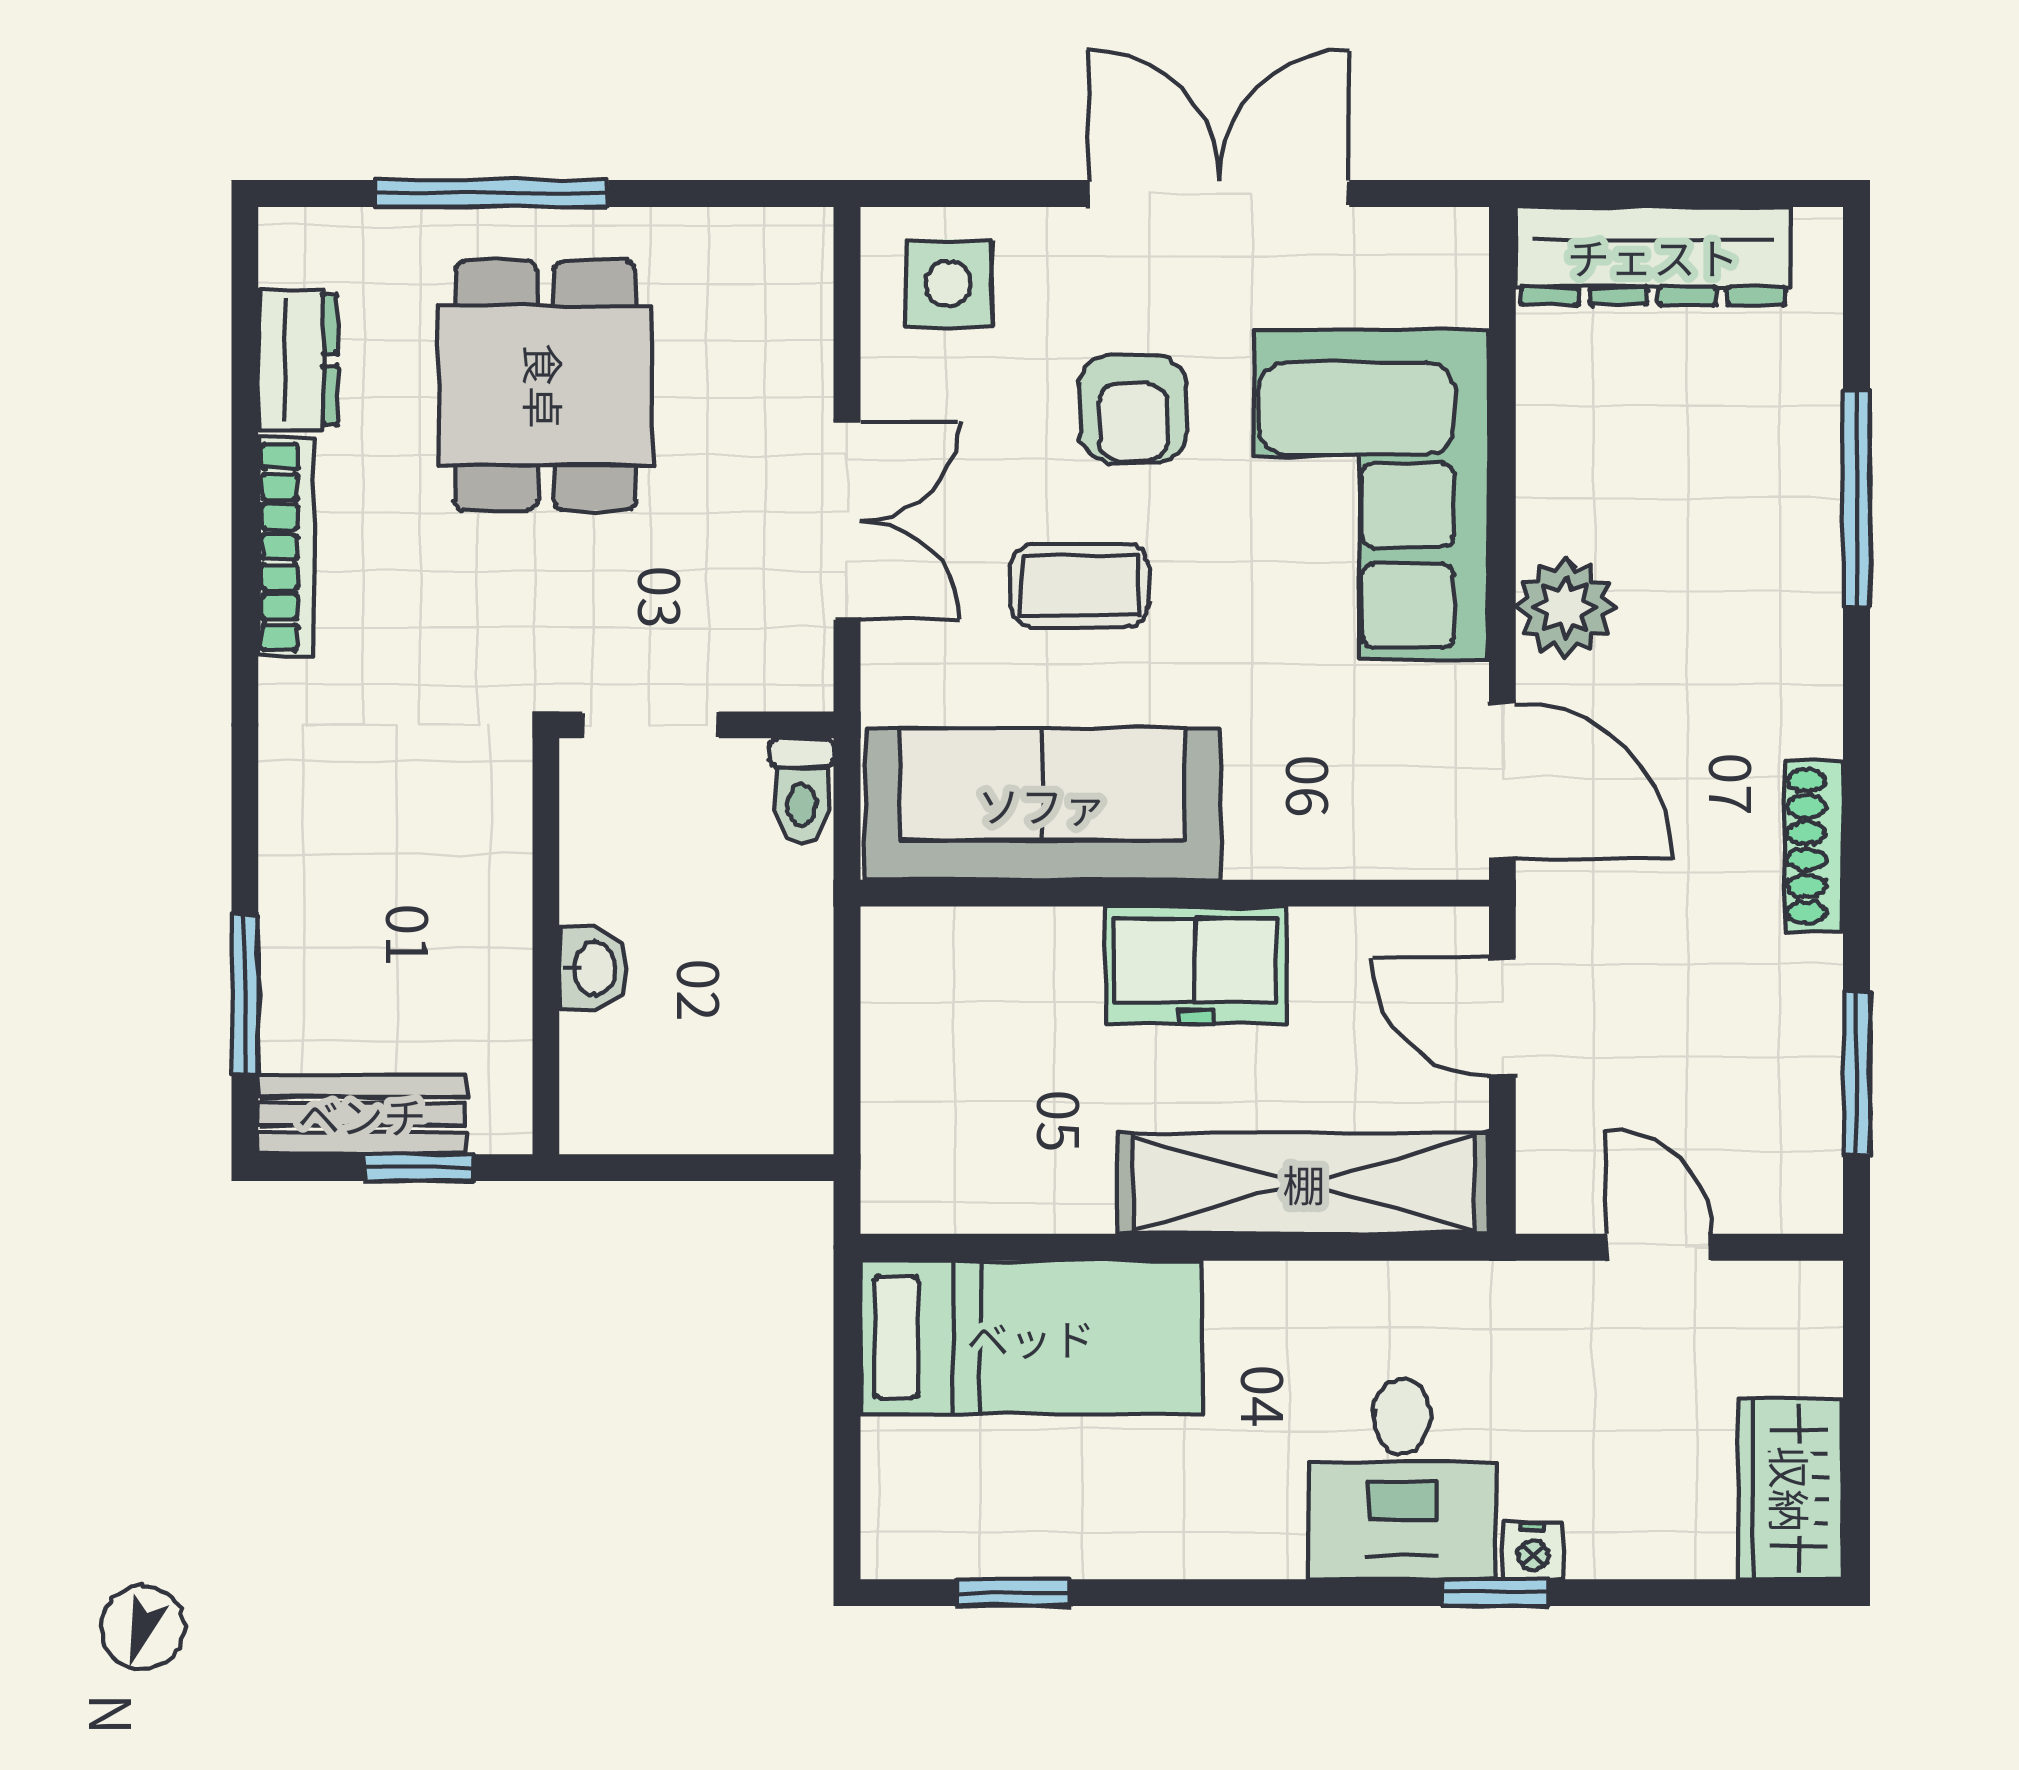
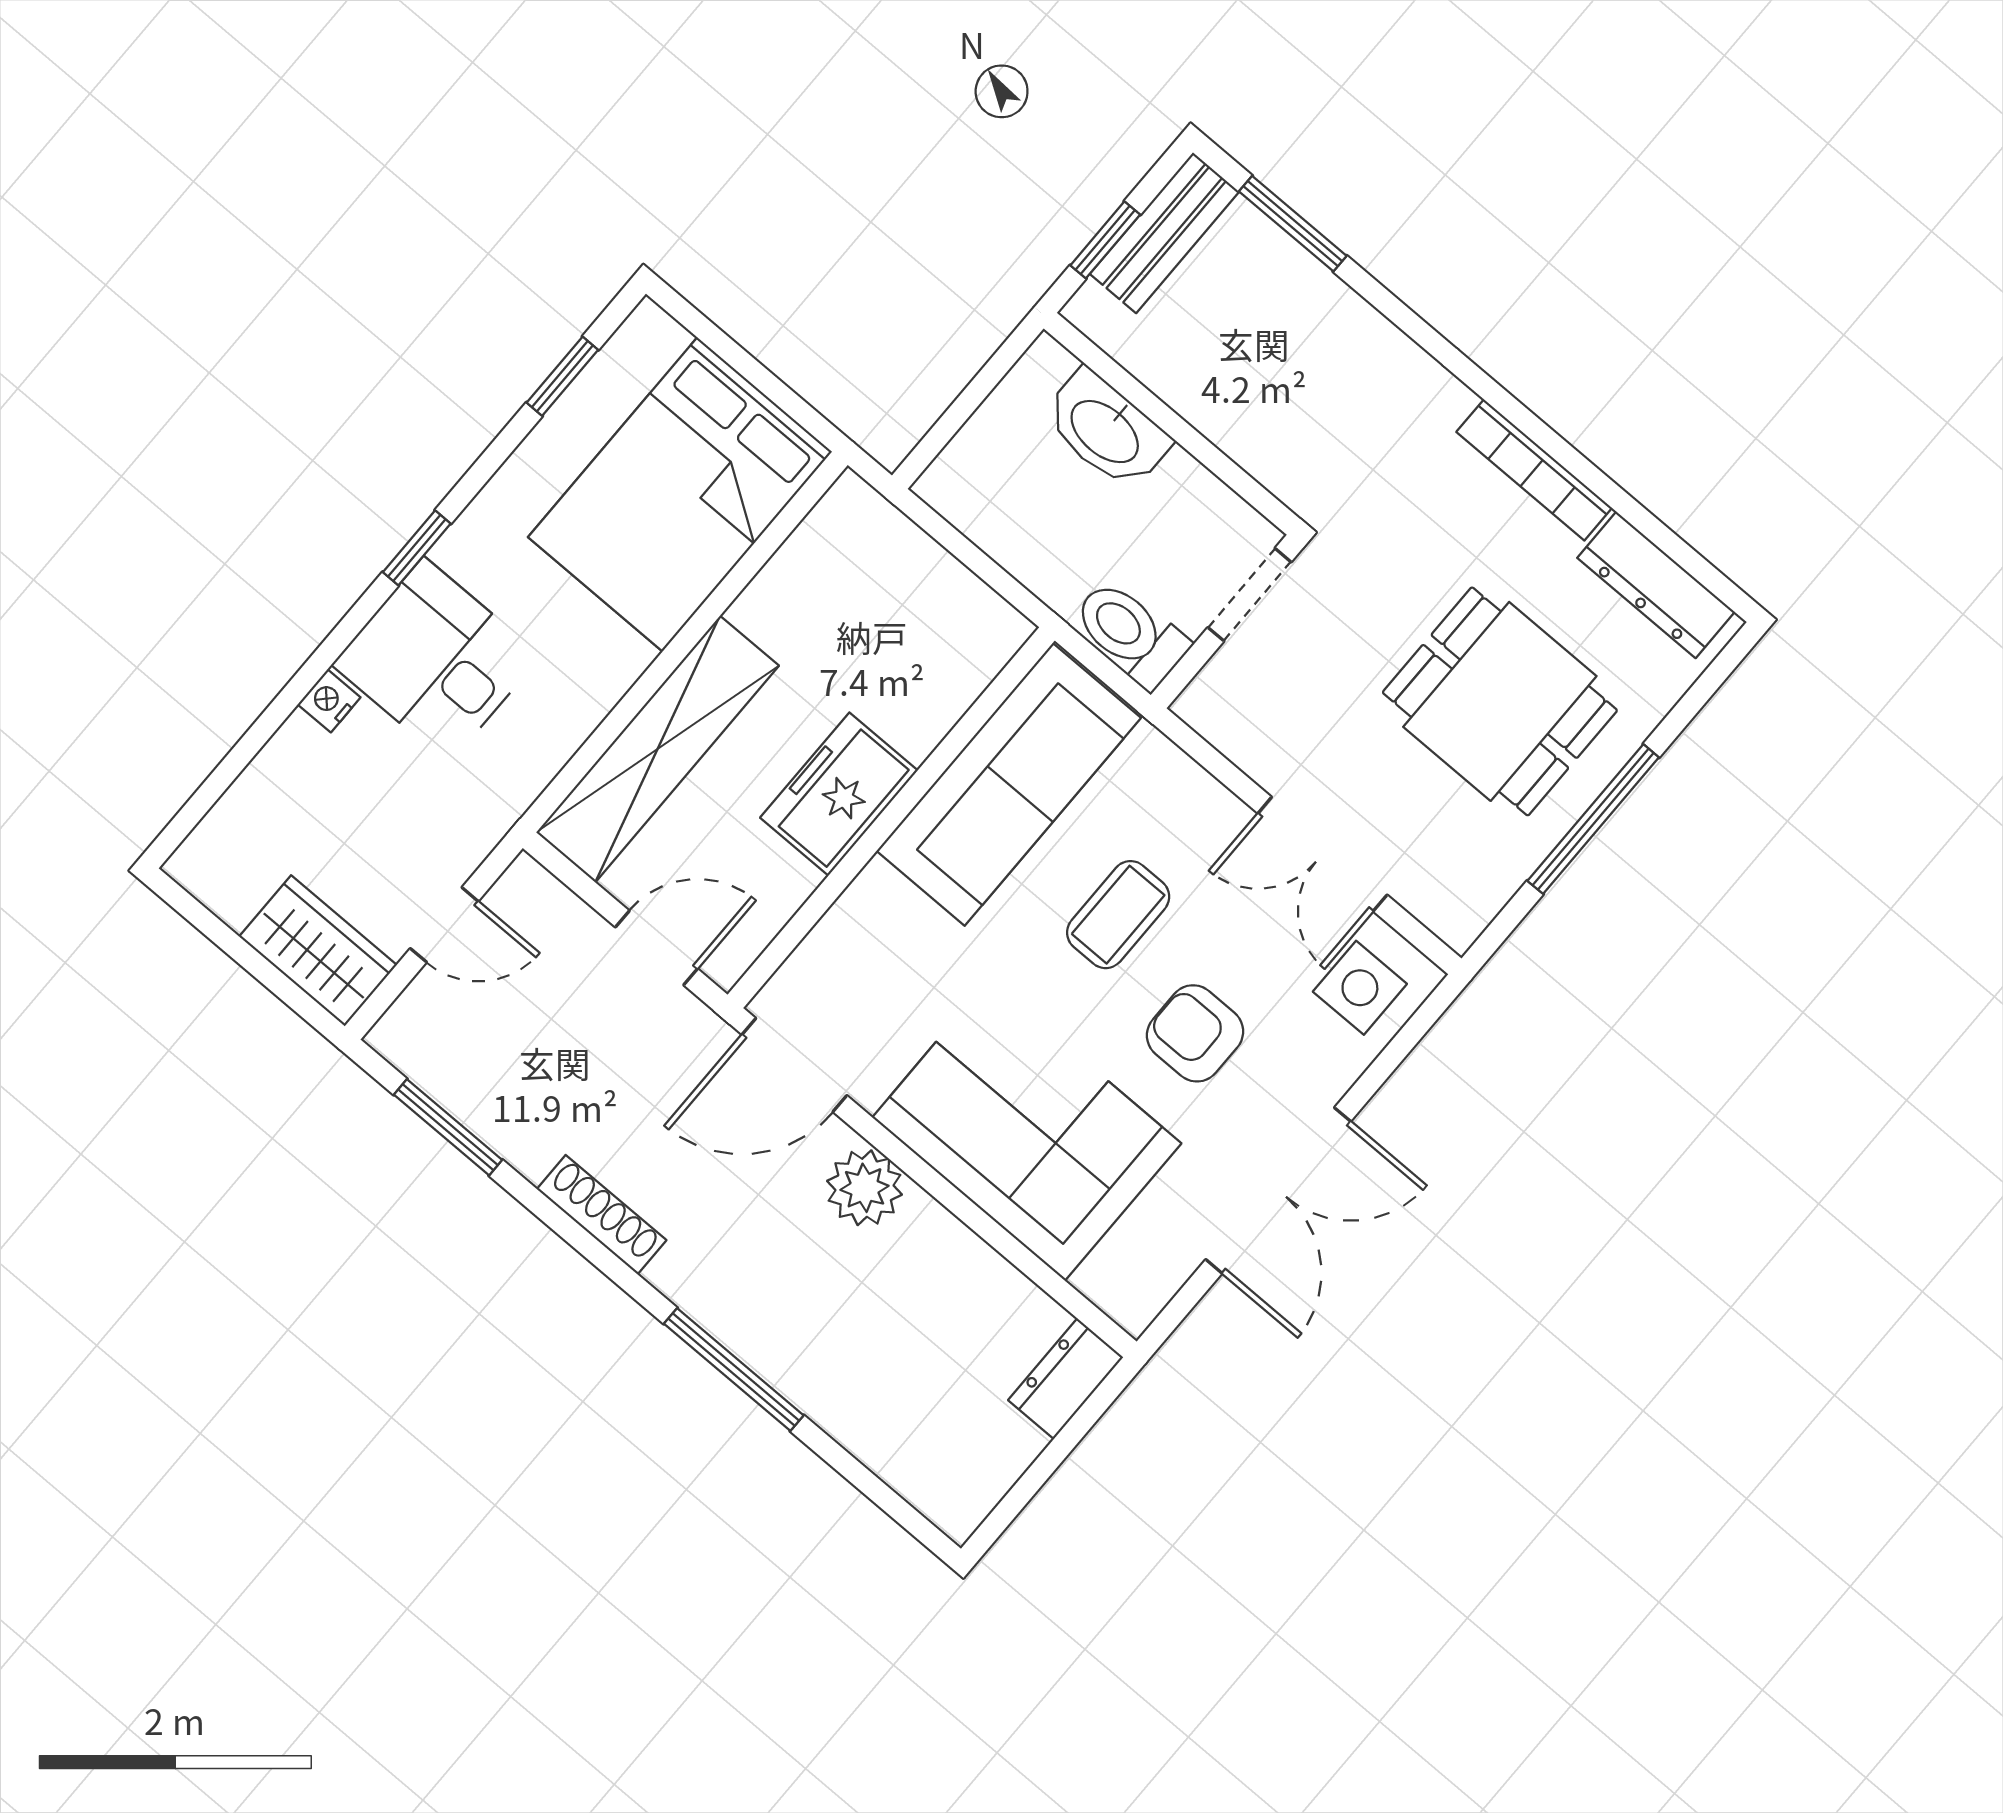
window: (491, 193) -> (1593, 819), moved
dresser: (1653, 256) -> (1066, 1379), width x0.51, depth x0.80
dresser: (298, 360) -> (1656, 585), width x1.44
window: (1857, 498) -> (734, 1370), moved
double door: (847, 521) -> (1322, 854), moved
toilet: (802, 790) -> (1130, 633), width x1.37, depth x1.39
washbasin: (593, 969) -> (1106, 430), width x1.91, depth x1.45
bed: (1031, 1337) -> (680, 494), width x1.50
wardrobe: (1791, 1489) -> (318, 951), moved
window: (1496, 1593) -> (417, 548), moved

